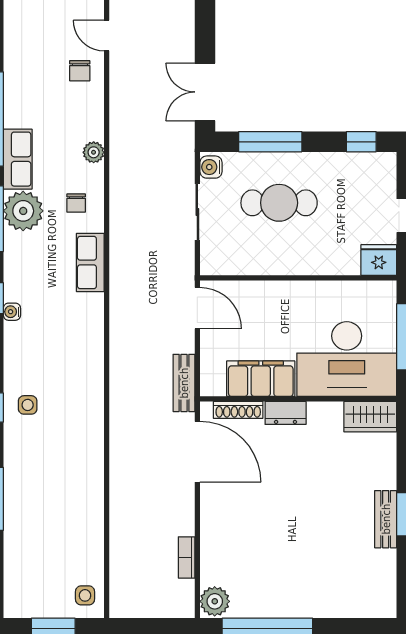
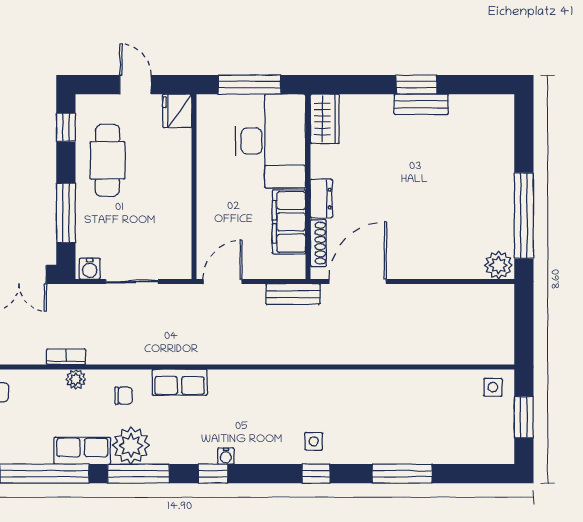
cafe table: (279, 203) -> (107, 160), moved
bookcase: (187, 557) -> (66, 357), moved, turned 180

